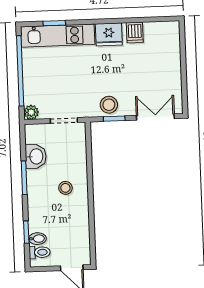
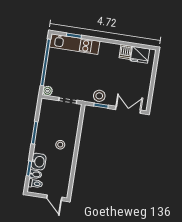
fridge: (109, 34) -> (140, 55), moved
washbasin: (36, 156) -> (38, 162), moved

